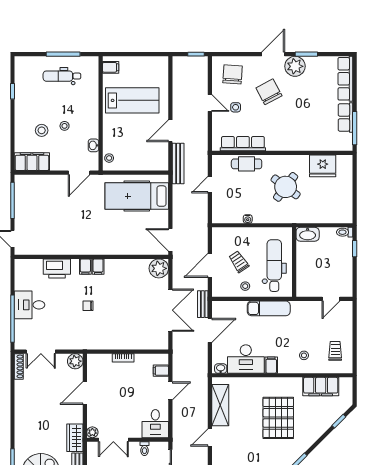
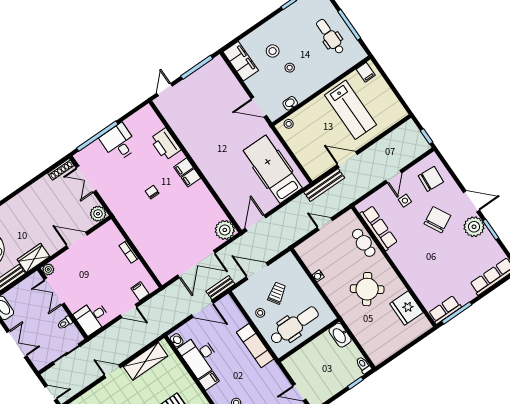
row of seats: (345, 117) -> (445, 310), moved

